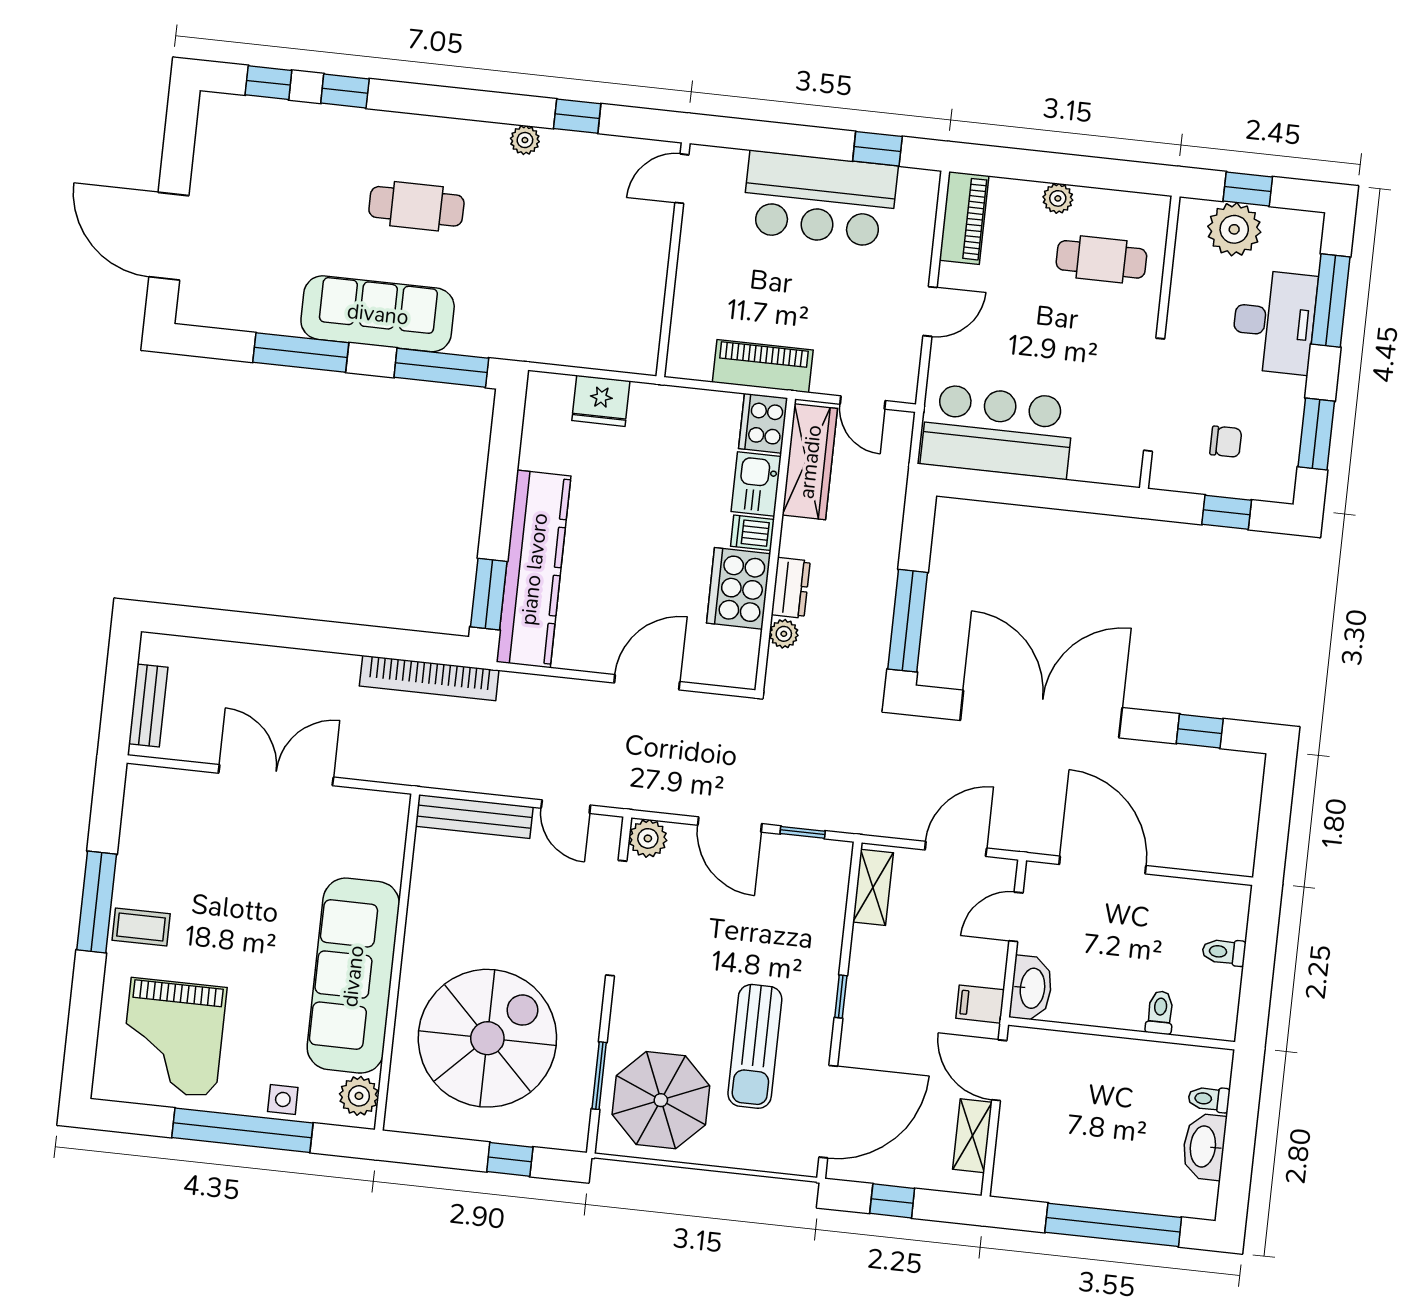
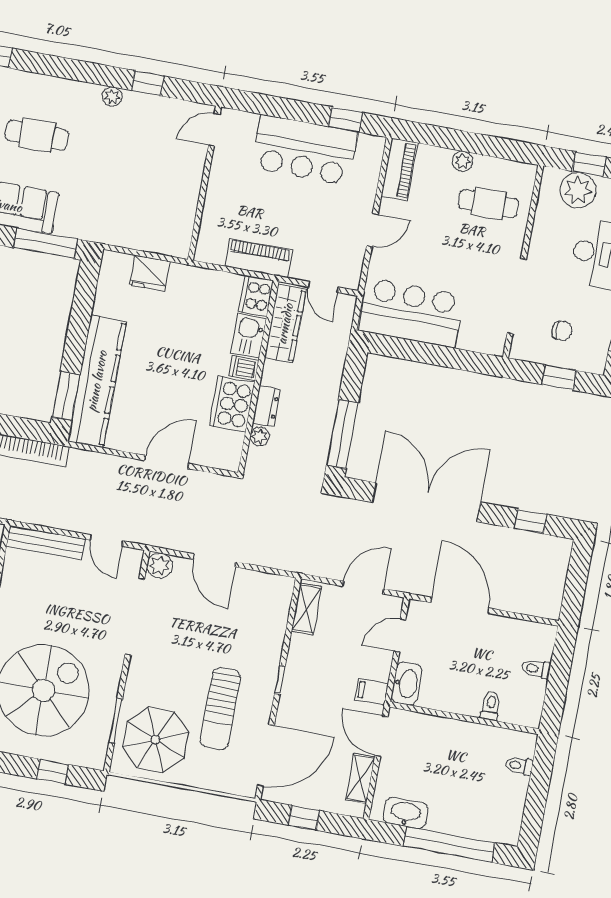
window: (803, 832) -> (262, 569), removed
washbasin: (1204, 1147) -> (406, 813), moved, turned 90

